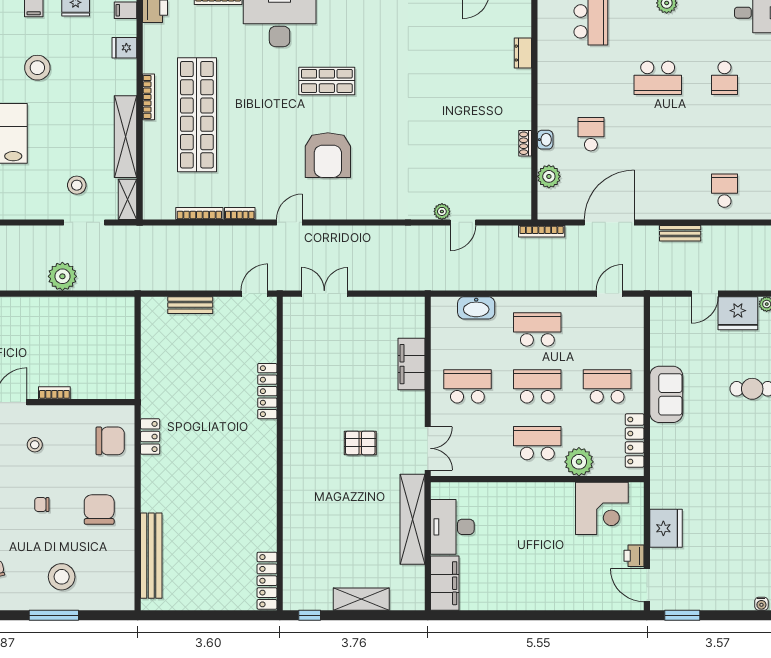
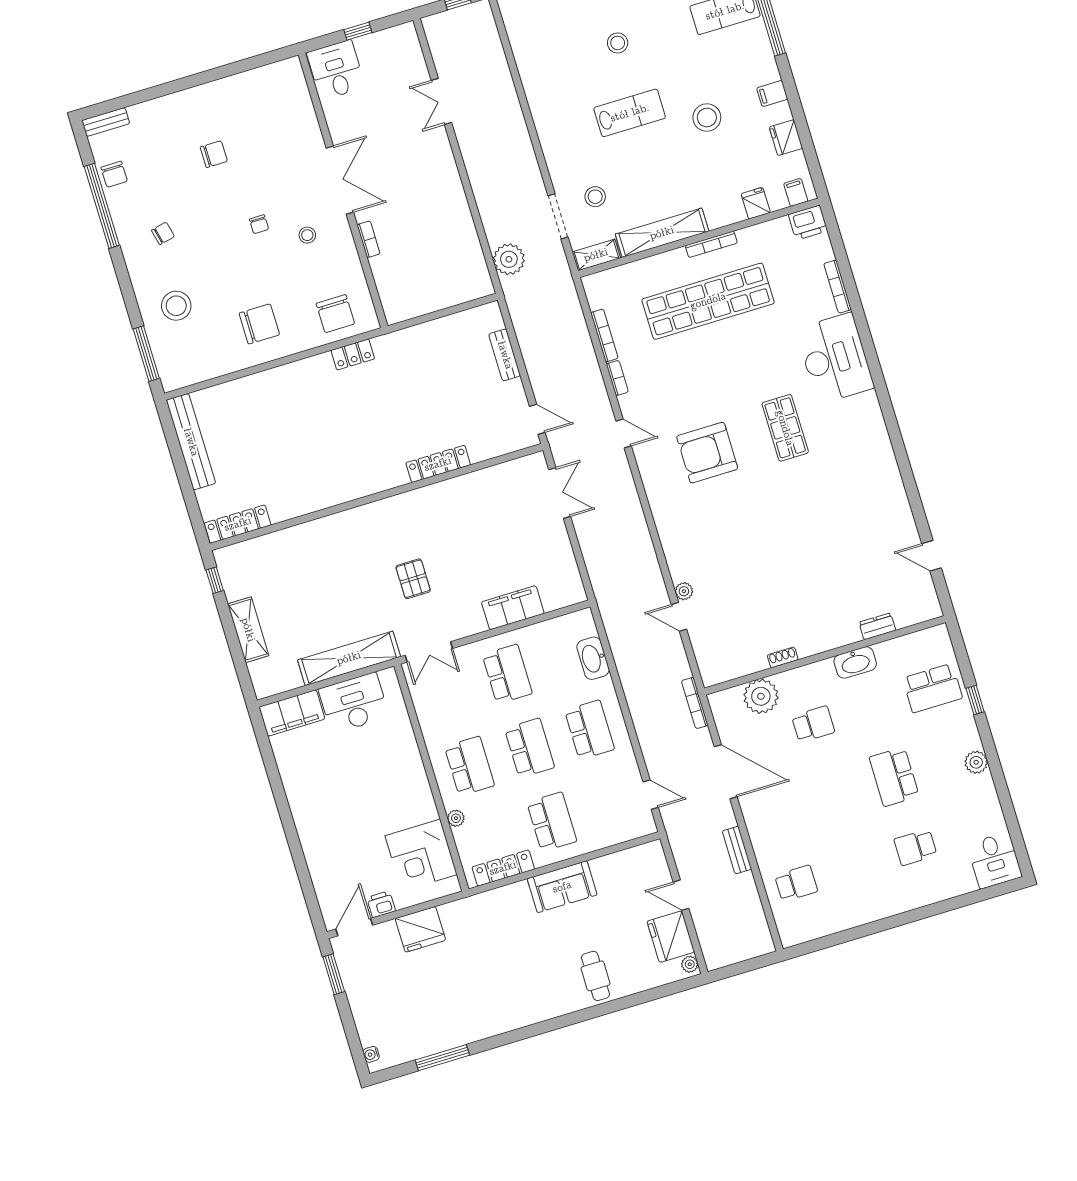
washbasin: (545, 140) -> (855, 662), moved, width x1.91, depth x1.45
plant: (549, 176) -> (761, 696), width x1.36, depth x1.36
plant: (62, 276) -> (509, 259), moved
plant: (579, 462) -> (456, 818), width x0.53, depth x0.53
chair: (42, 505) -> (259, 224), moved, turned 180
bench: (151, 556) -> (191, 442), moved, turned 90
window: (54, 615) -> (146, 354), moved

